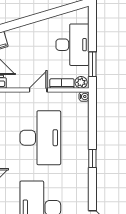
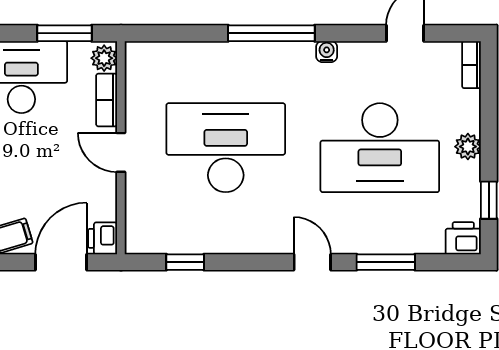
water cooler: (84, 96) -> (327, 52), moved
window: (92, 159) -> (271, 33), width x2.17

